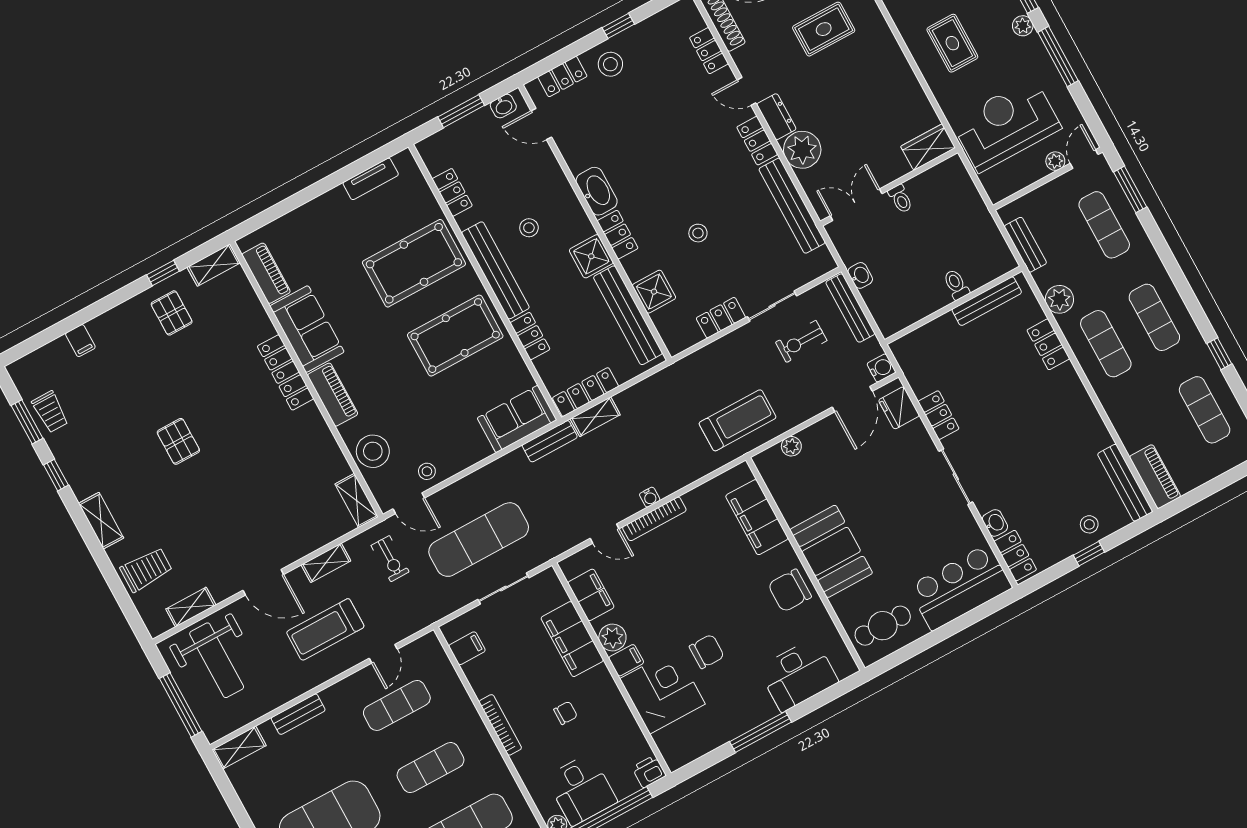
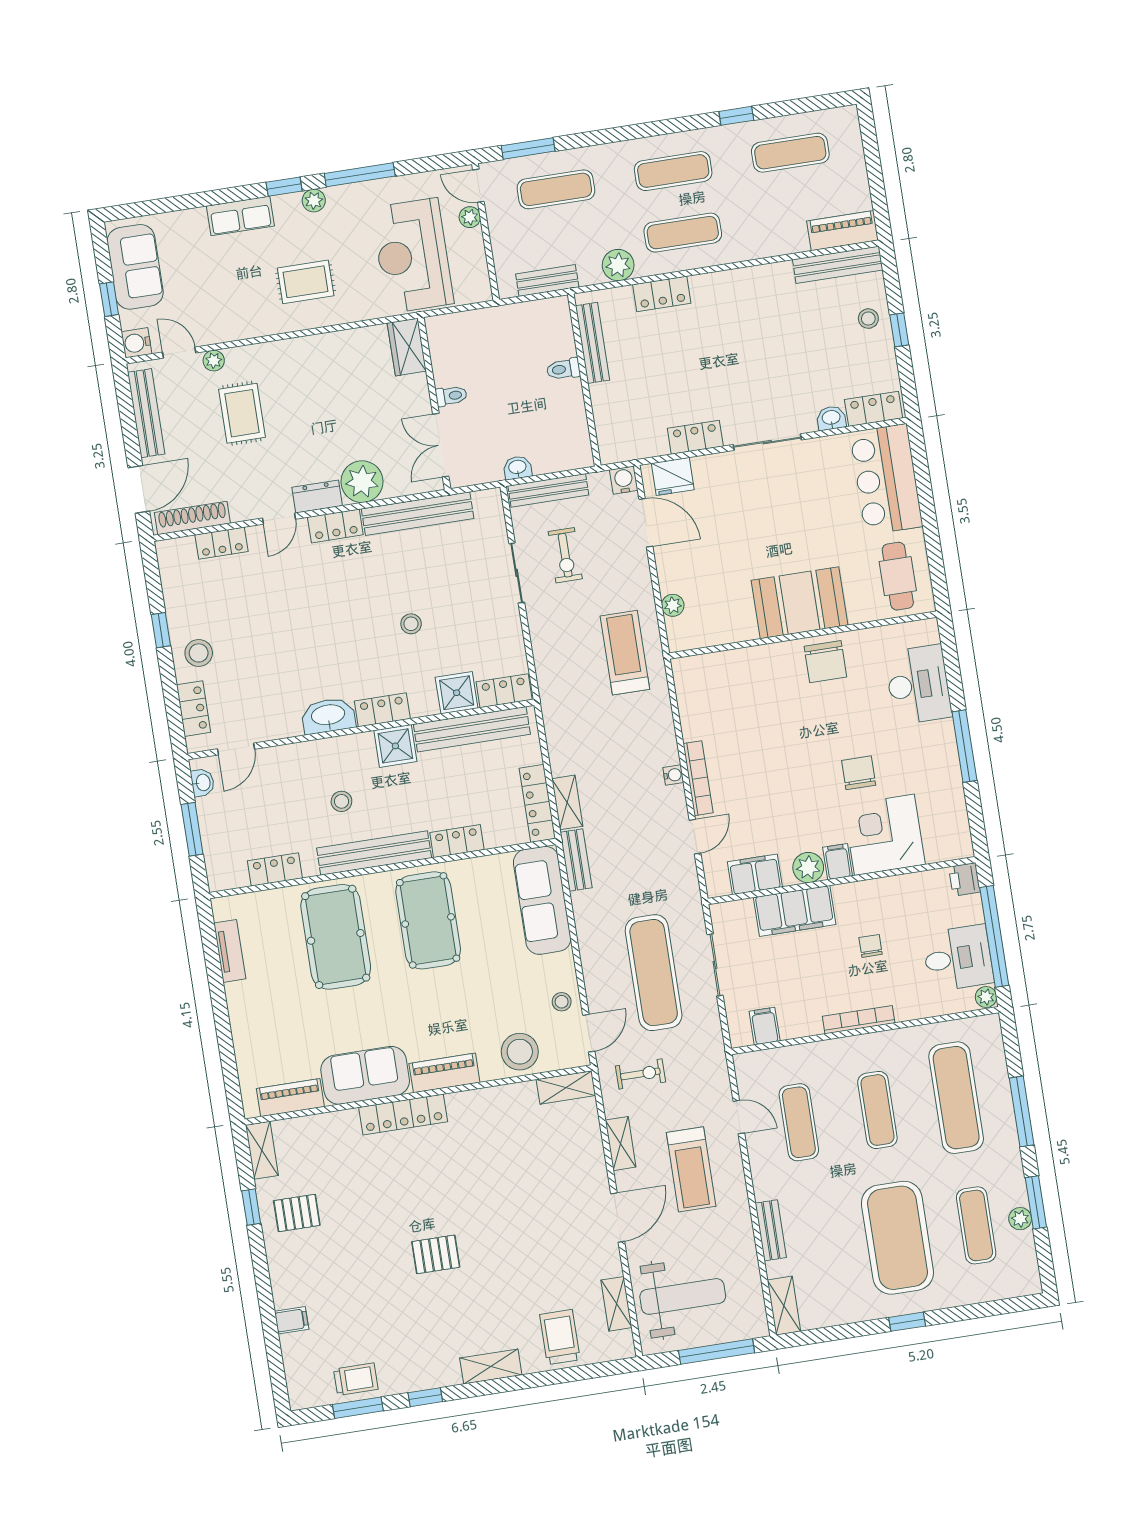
locker: (721, 318) -> (504, 691), moved, turned 90
sofa: (517, 419) -> (542, 900), width x1.36
filing cabinet: (757, 517) -> (735, 669), removed

